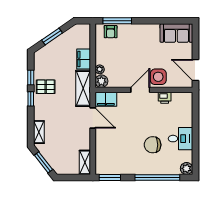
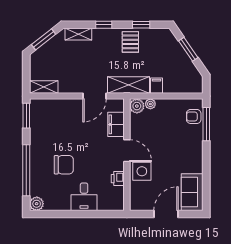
filing cabinet: (84, 59) -> (156, 86), width x0.50
door: (196, 70) -> (166, 214), moved
window: (31, 99) -> (104, 25), moved
filing cabinet: (106, 99) -> (116, 124), moved
desk: (180, 139) -> (84, 197), moved
chair: (153, 145) -> (64, 165), turned 90

